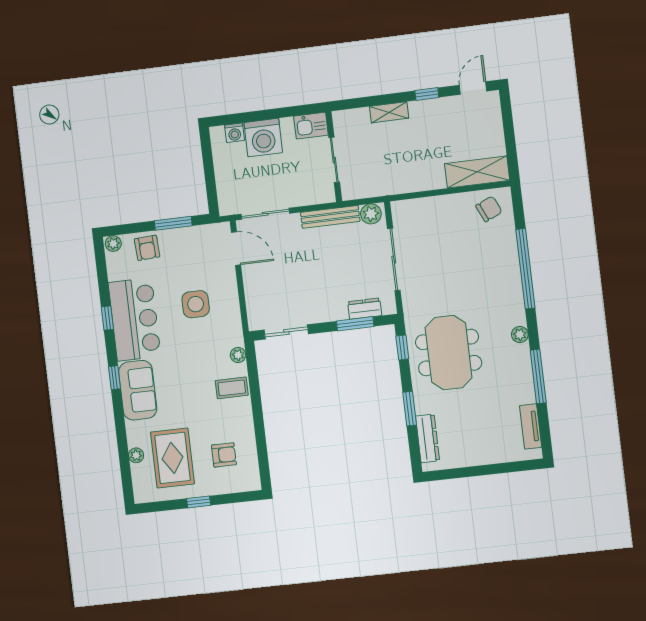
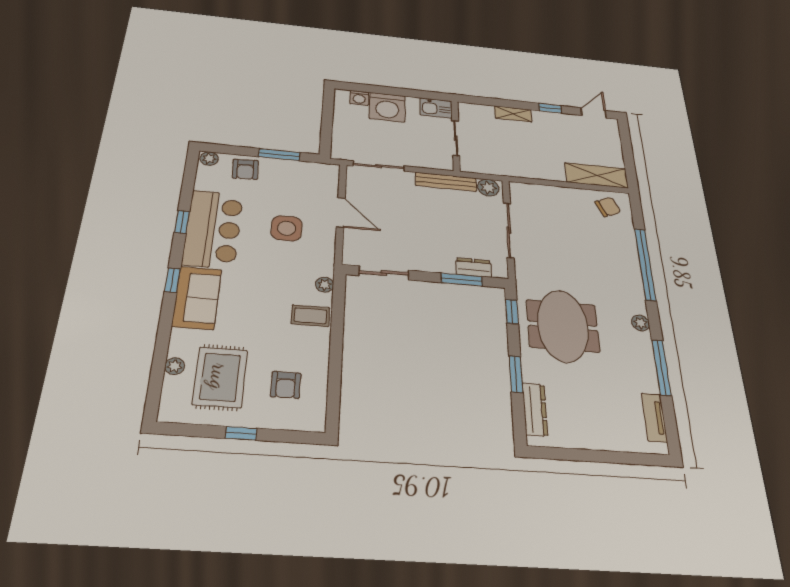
door: (236, 248) -> (341, 212), moved
armchair: (224, 455) -> (286, 385), turned 90

